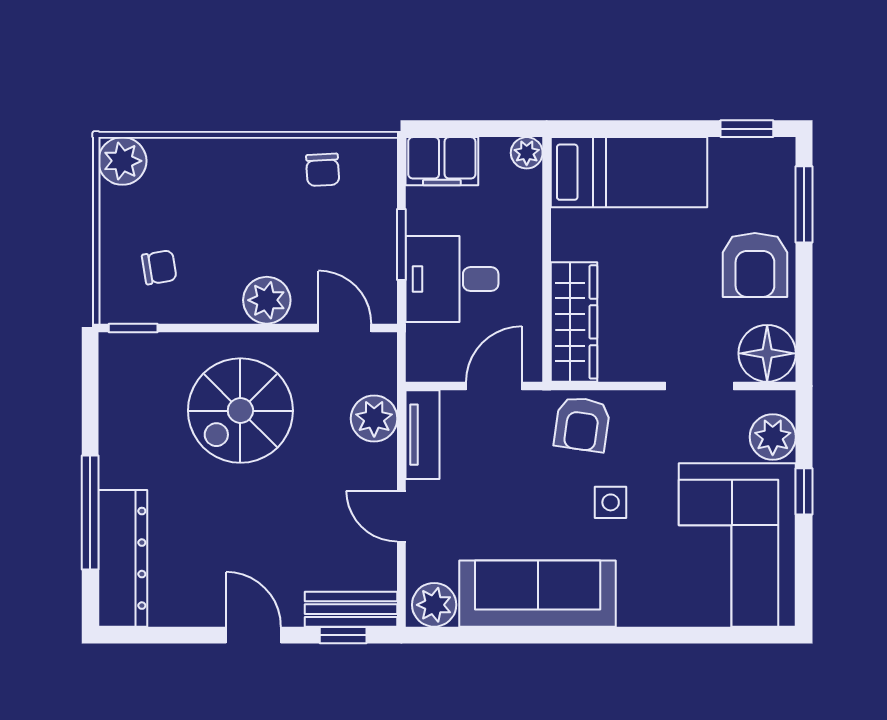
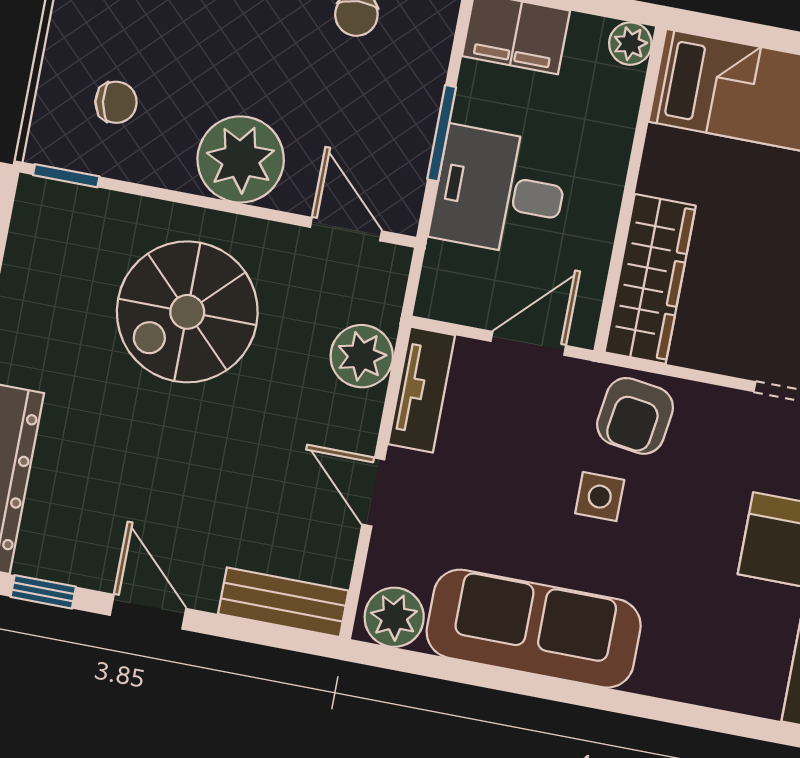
plant: (267, 300) -> (241, 159), width x1.36, depth x1.36
side table: (611, 502) -> (600, 497), moved
window: (343, 635) -> (43, 592), moved

